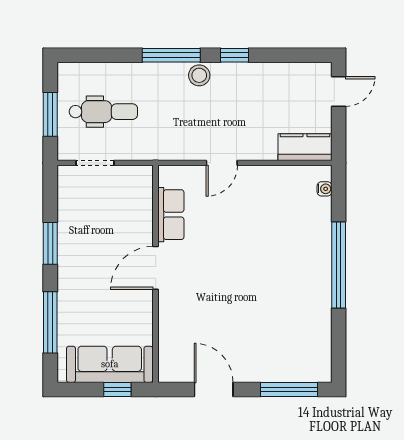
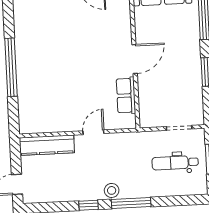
kitchen counter: (305, 147) -> (47, 145), width x1.50
water cooler: (324, 189) -> (23, 118), removed

